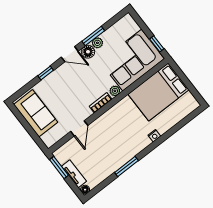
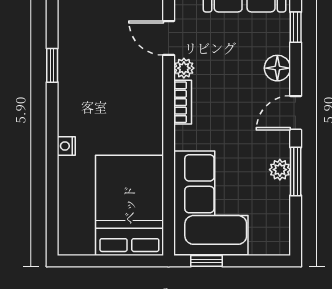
floor lamp: (88, 52) -> (277, 68), moved
window: (46, 73) -> (296, 27), moved
plant: (115, 91) -> (184, 68), moved
window: (126, 167) -> (52, 65), width x0.67

